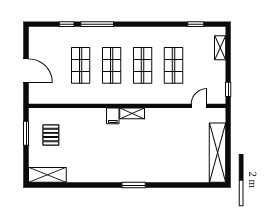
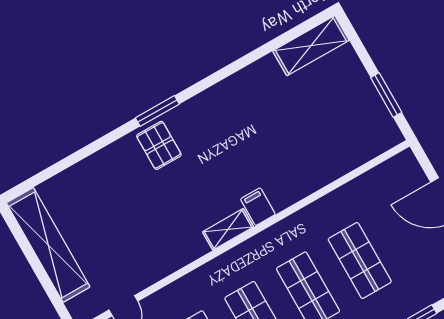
pallet: (51, 135) -> (159, 145), moved

